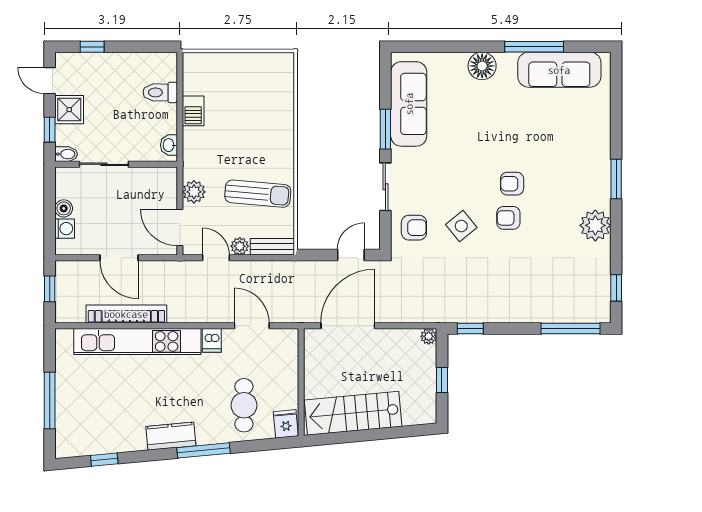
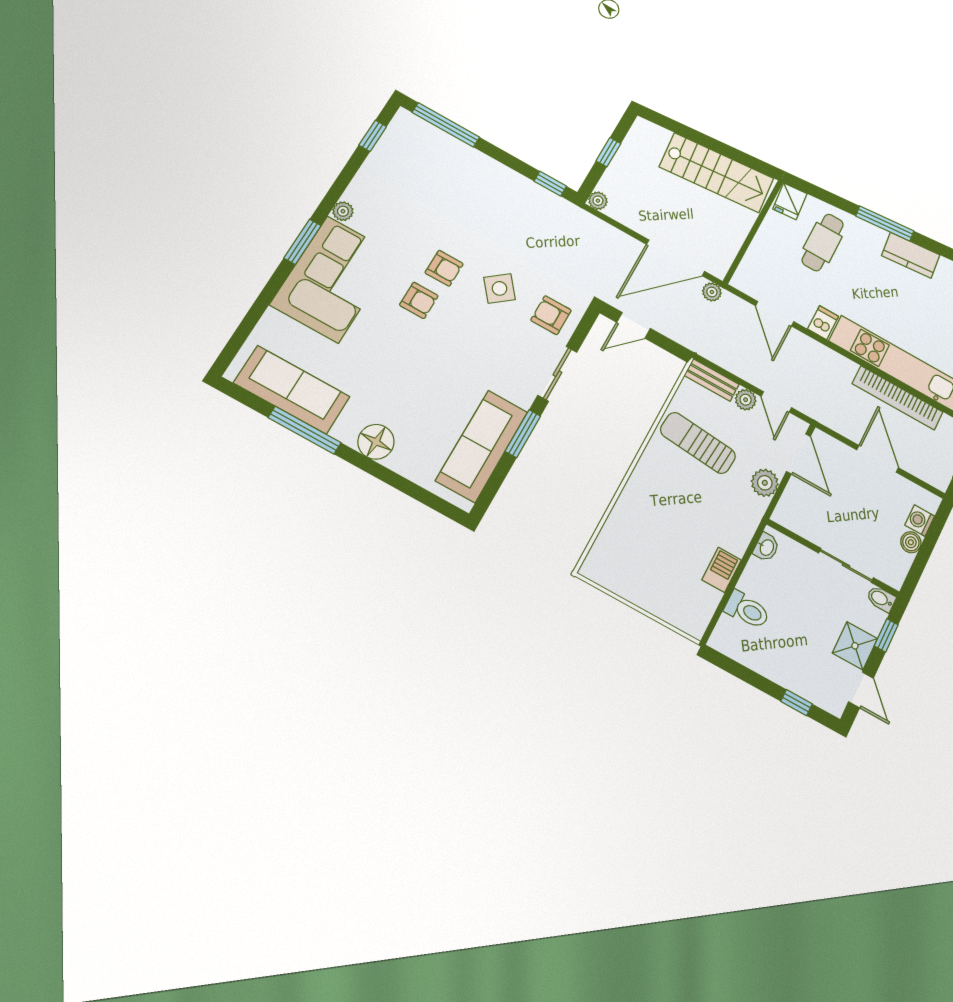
corner sofa: (579, 164) -> (333, 279), added
plant: (595, 225) -> (343, 211), width x0.53, depth x0.53
plant: (307, 315) -> (712, 292), added

